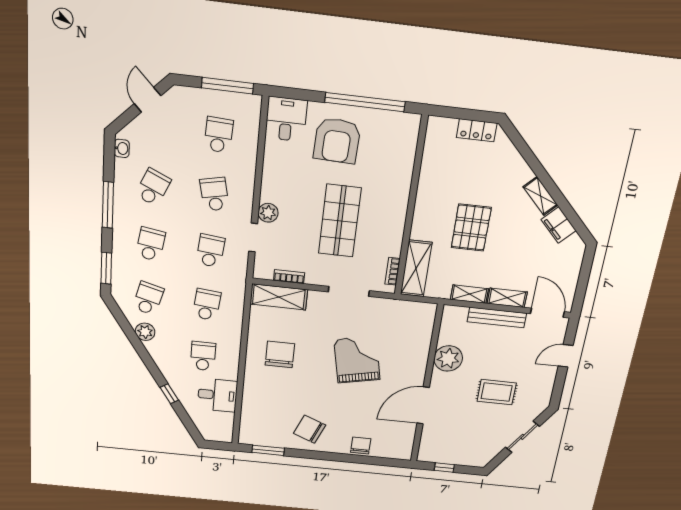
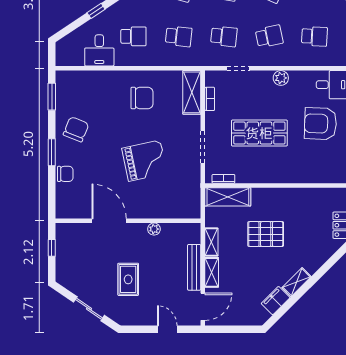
plant: (268, 213) -> (281, 78), moved
plant: (448, 358) -> (154, 229), width x0.53, depth x0.53
window: (333, 457) -> (52, 152), added

